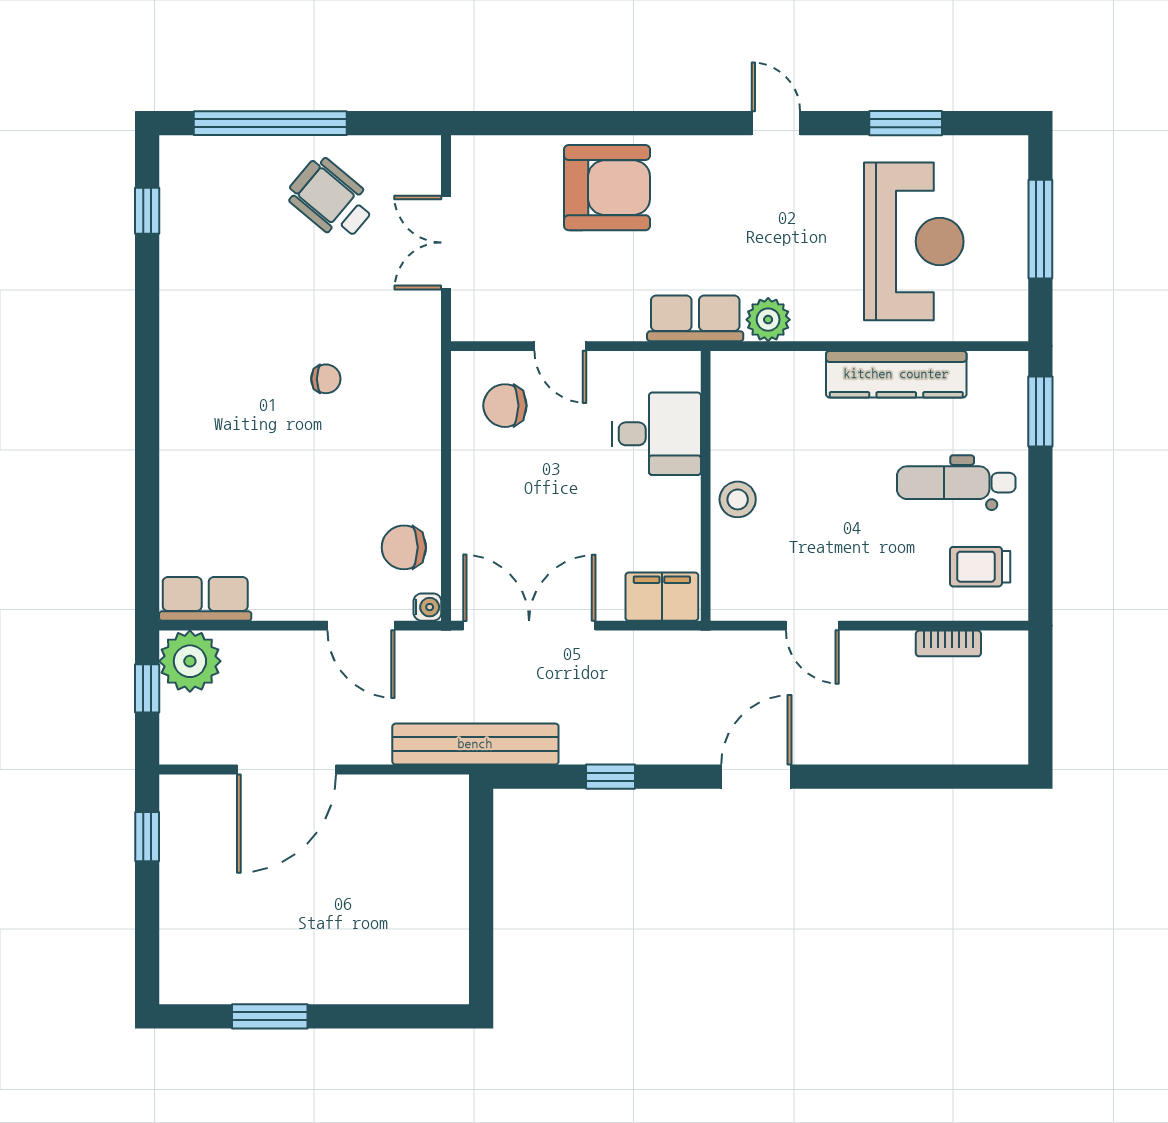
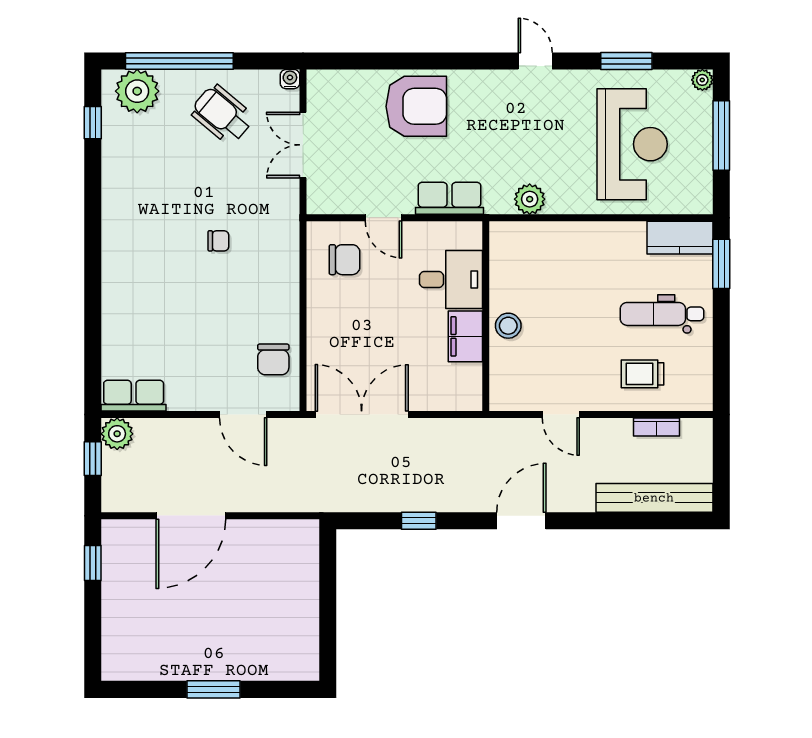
plant: (1013, 150) -> (702, 80), added
plant: (210, 166) -> (137, 91), added
row of seats: (695, 318) -> (449, 198), moved
kitchen counter: (896, 374) -> (680, 238), moved, width x0.67
chair: (505, 406) -> (345, 260), turned 180
chair: (404, 547) -> (273, 359), turned -90
trolley: (980, 567) -> (643, 374), moved
filing cabinet: (662, 597) -> (465, 336), moved, turned -90
water cooler: (427, 607) -> (290, 79), moved, turned -90
plant: (190, 661) -> (117, 434), width x0.73, depth x0.73
bench: (475, 744) -> (654, 498), moved
window: (270, 1016) -> (214, 689), moved

